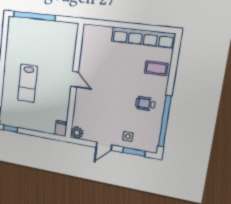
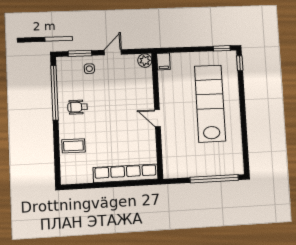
row of seats: (143, 37) -> (126, 173), moved
lab bench: (28, 83) -> (210, 104), width x1.86, depth x1.39
wheelchair: (145, 104) -> (78, 107), turned 180

